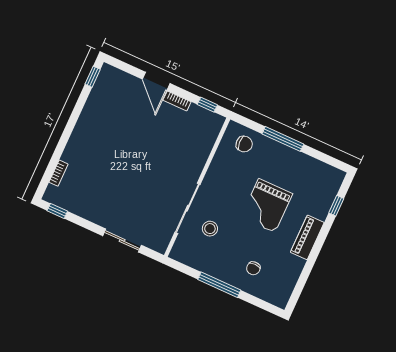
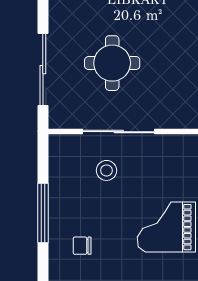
round table: (139, 192) -> (112, 63), added
sliding door: (122, 240) -> (43, 70), width x1.37

